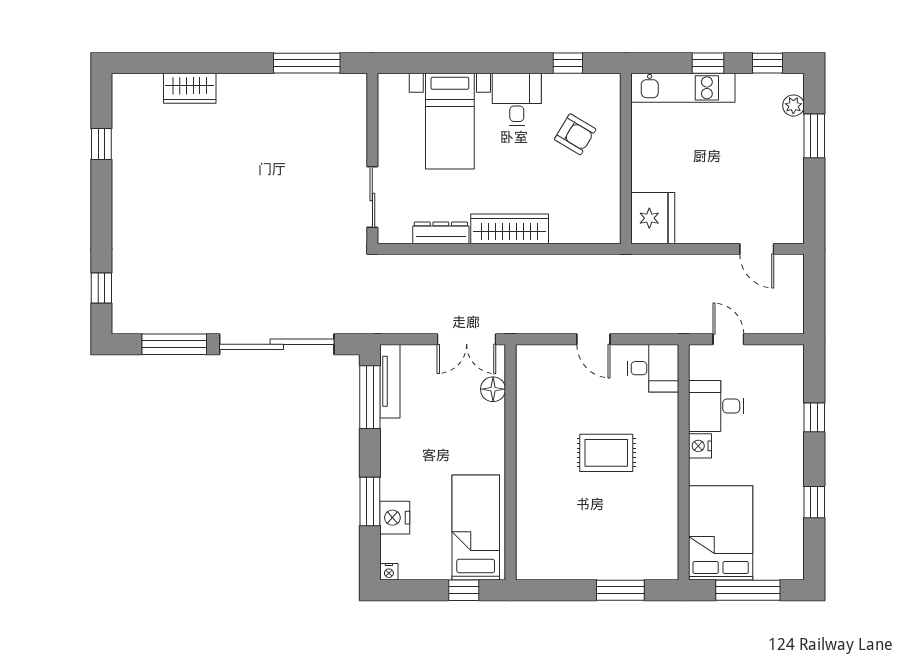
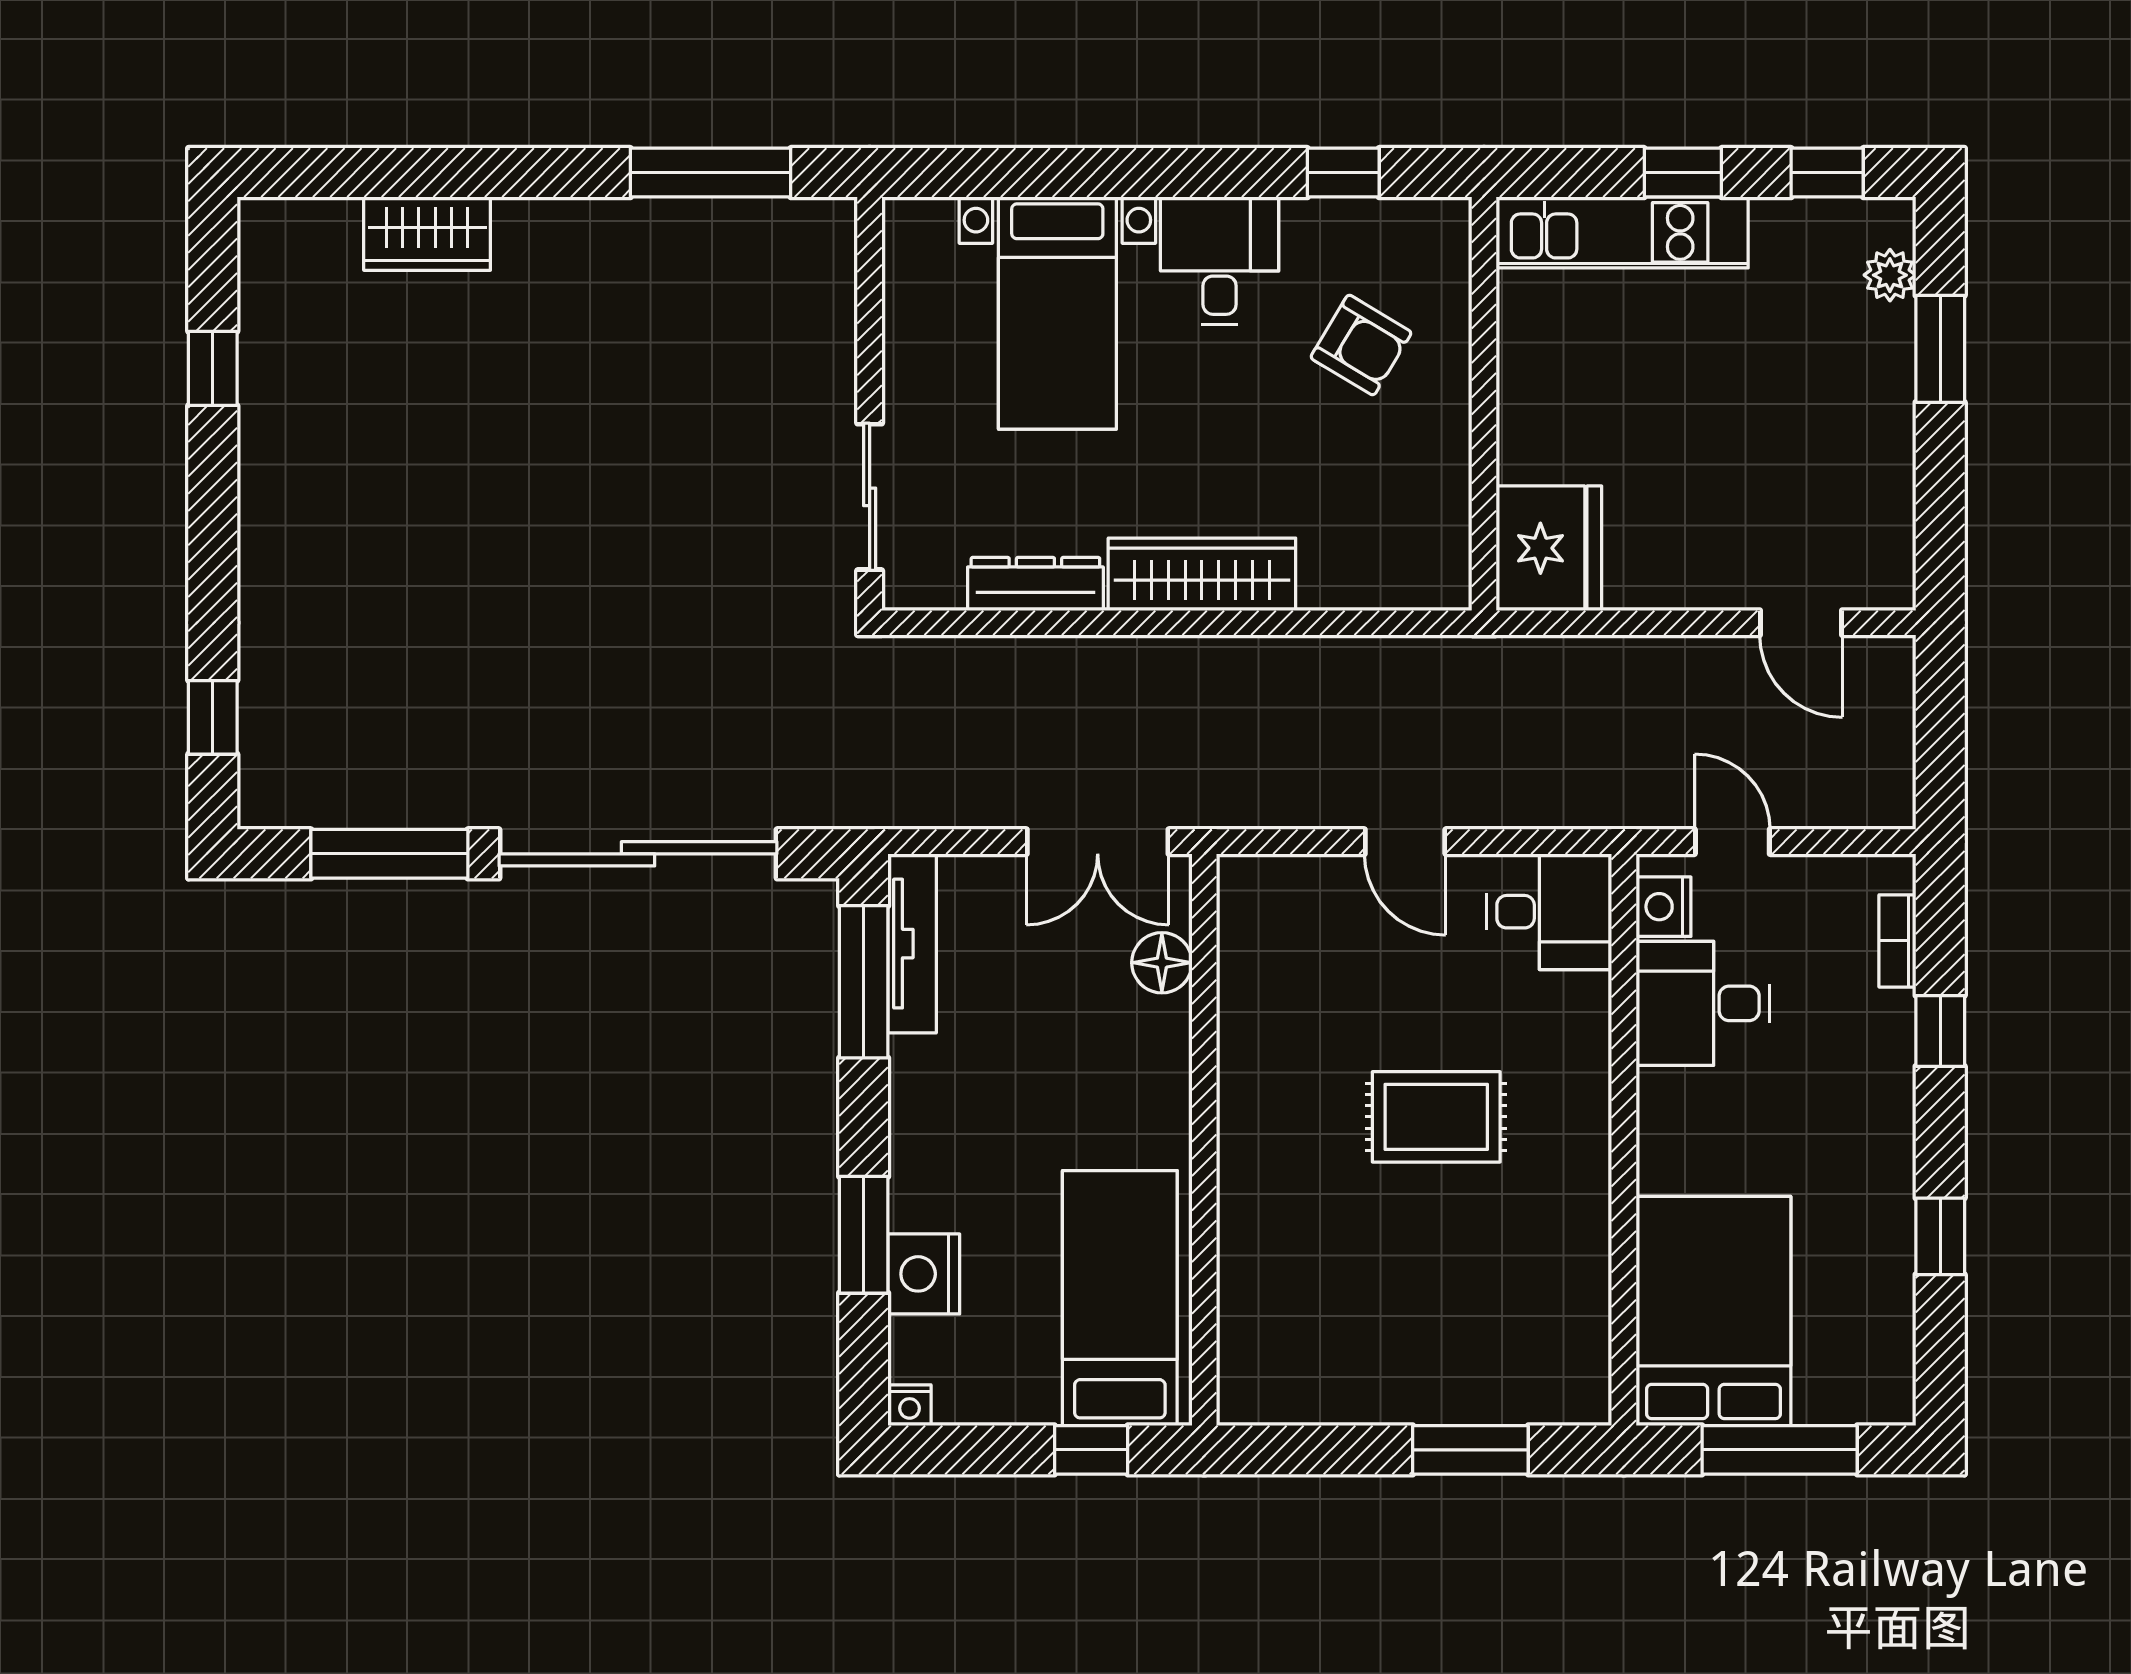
bookcase: (797, 380) -> (1897, 941), added
nightstand: (700, 446) -> (1663, 907), moved

